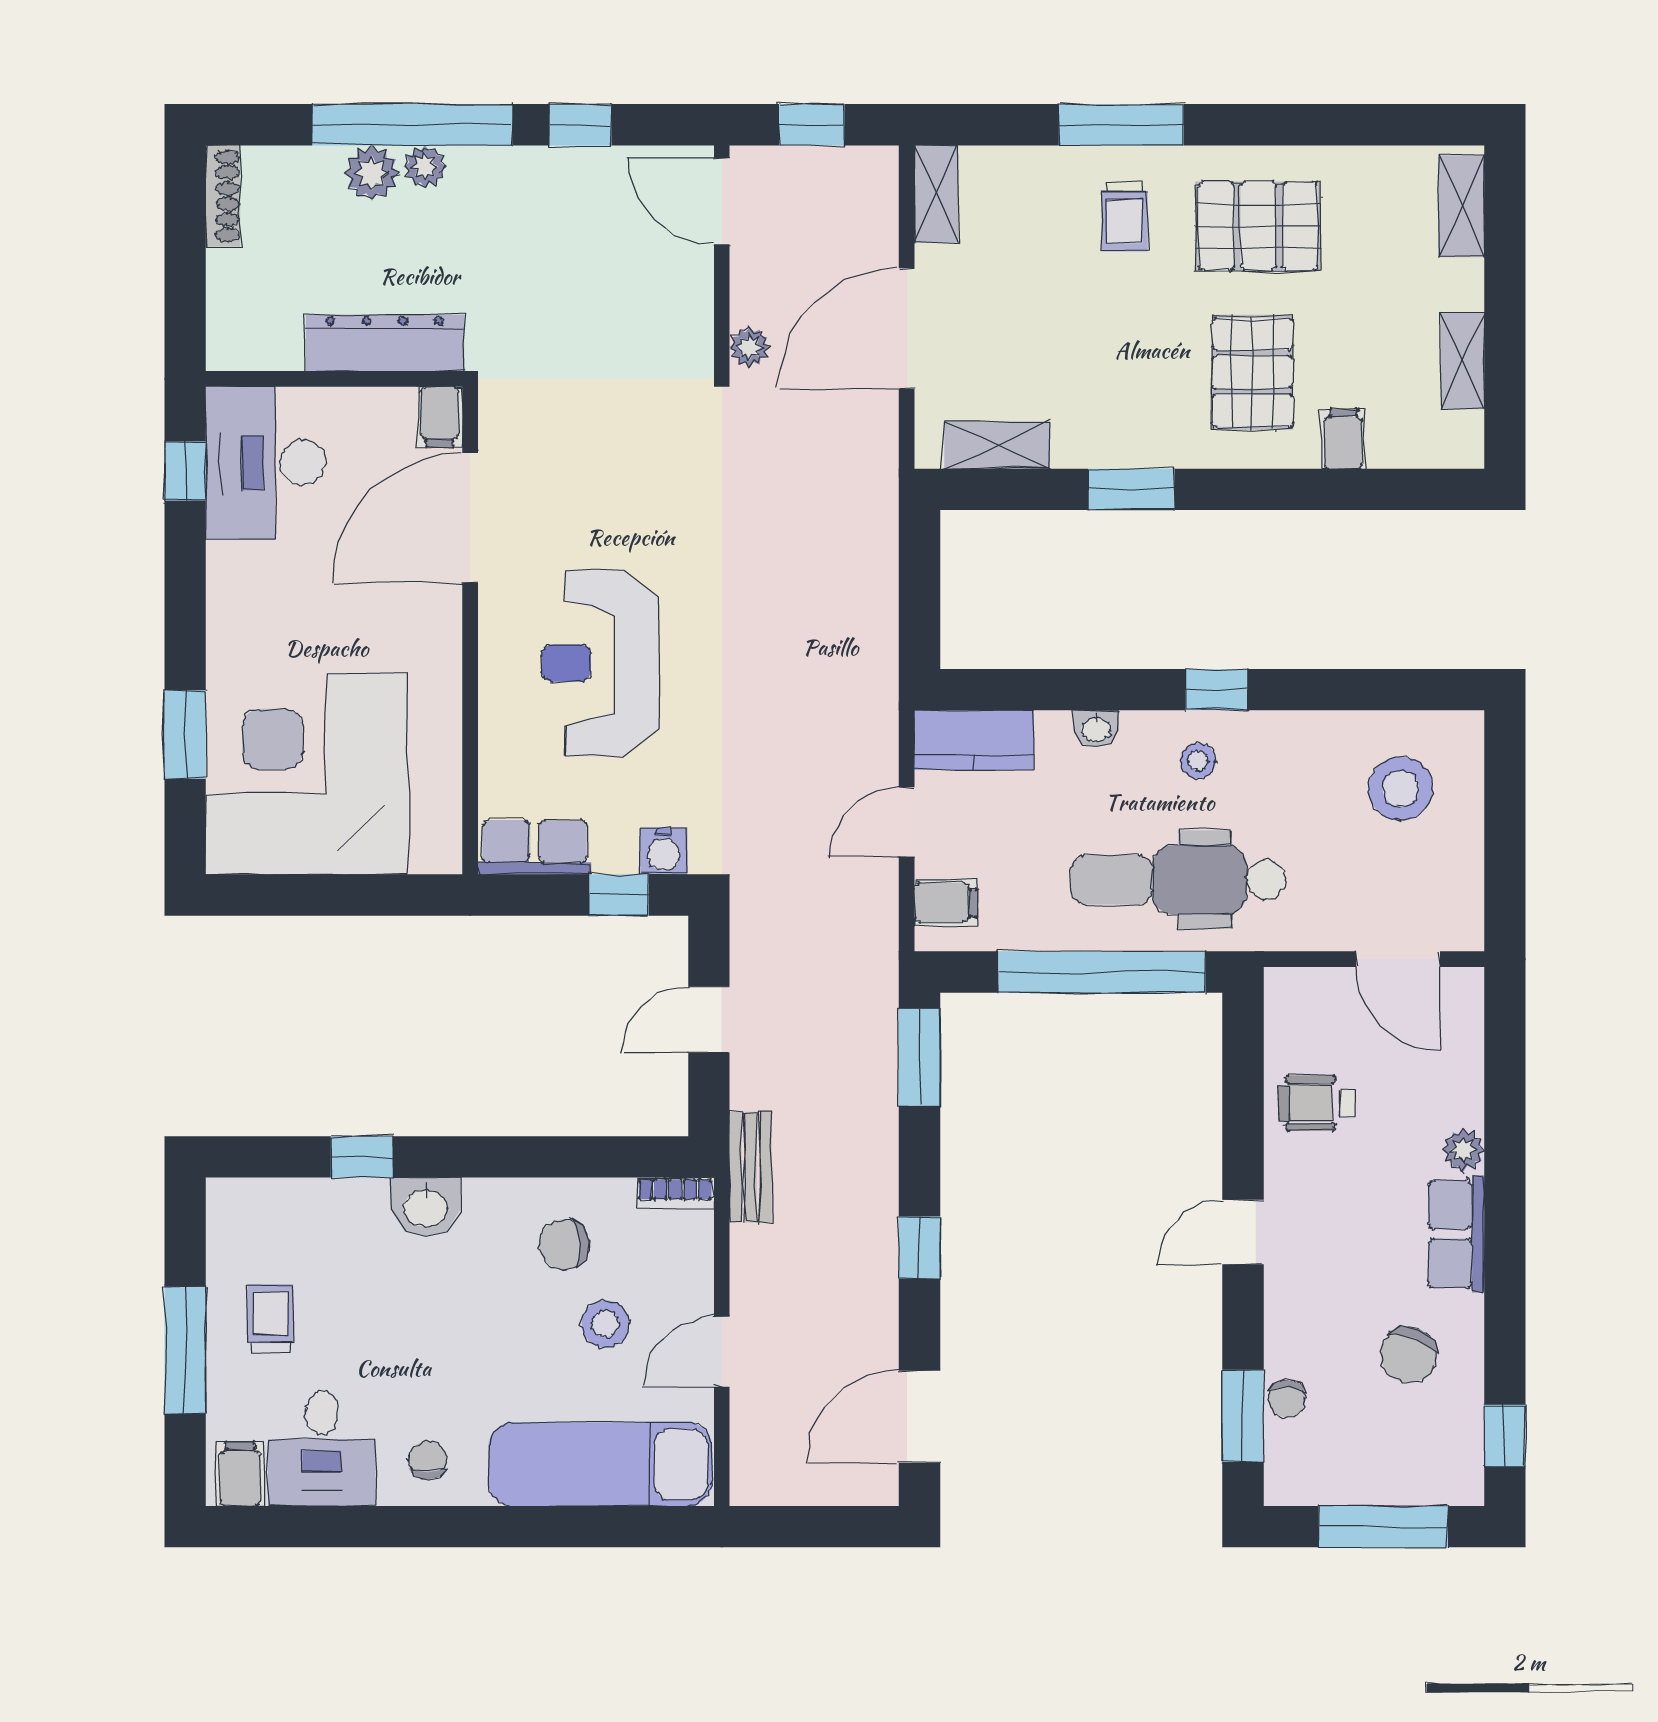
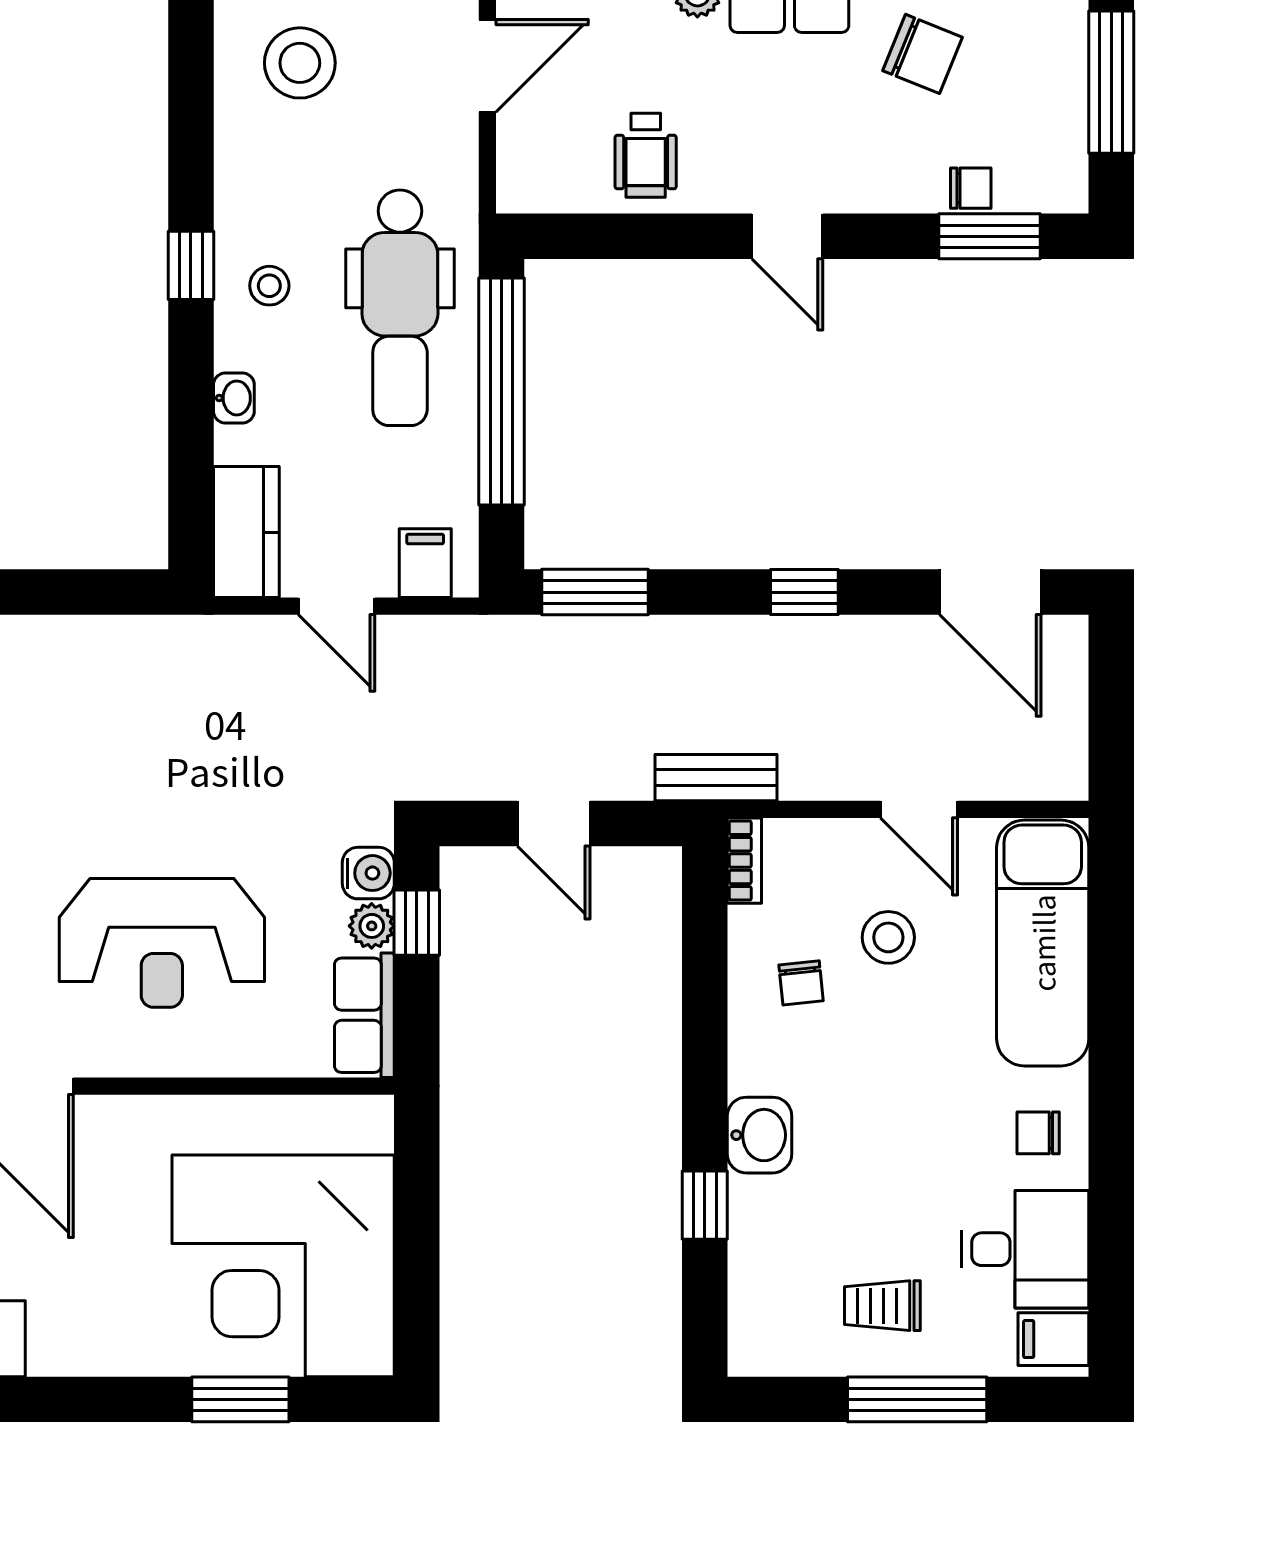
plant: (616, 854) -> (372, 926), added
chair: (564, 1244) -> (801, 983), width x0.73, depth x0.73

